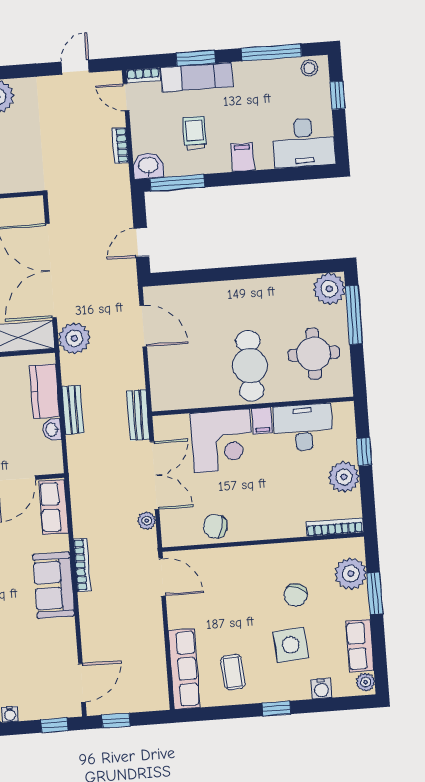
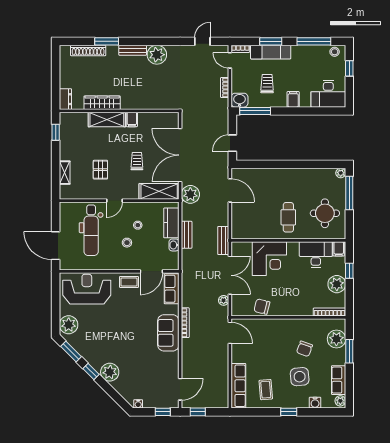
plant: (329, 289) -> (341, 173), width x0.53, depth x0.53
cafe table: (250, 366) -> (288, 217), width x0.73, depth x0.74
filing cabinet: (262, 421) -> (339, 249), moved

